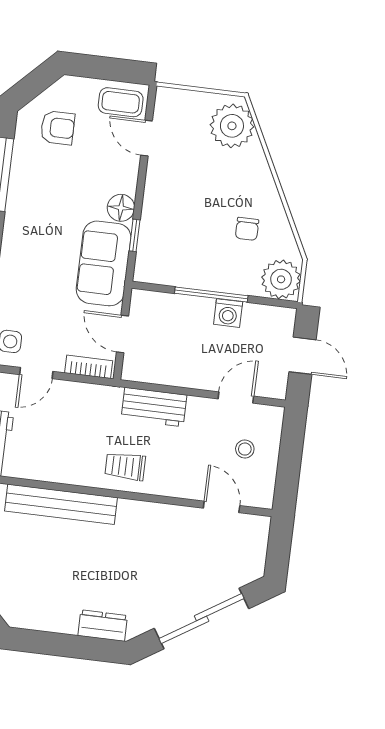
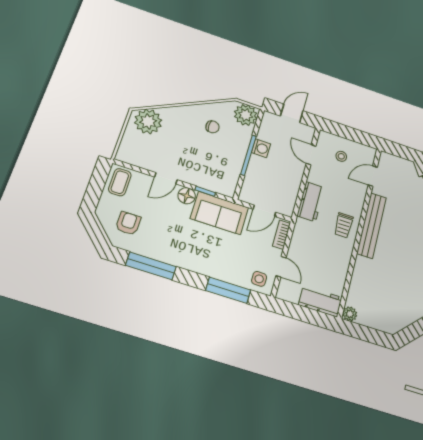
door: (147, 138) -> (166, 178), moved
bench: (61, 504) -> (372, 225), moved

